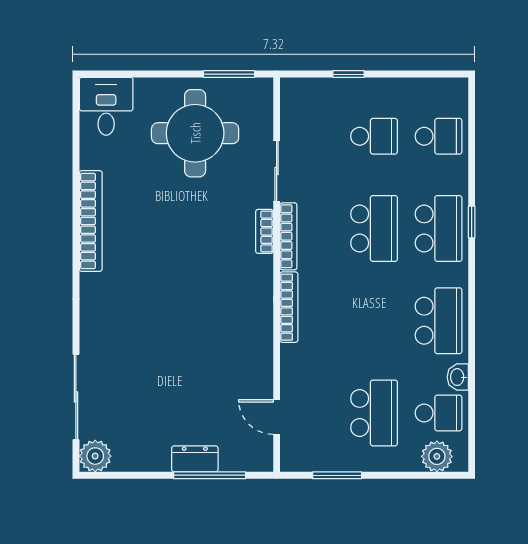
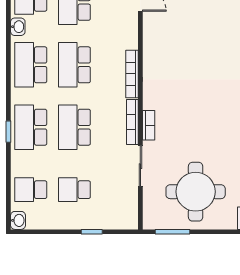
washbasin: (457, 91) -> (18, 220), added
school desk: (374, 321) -> (74, 65), added

